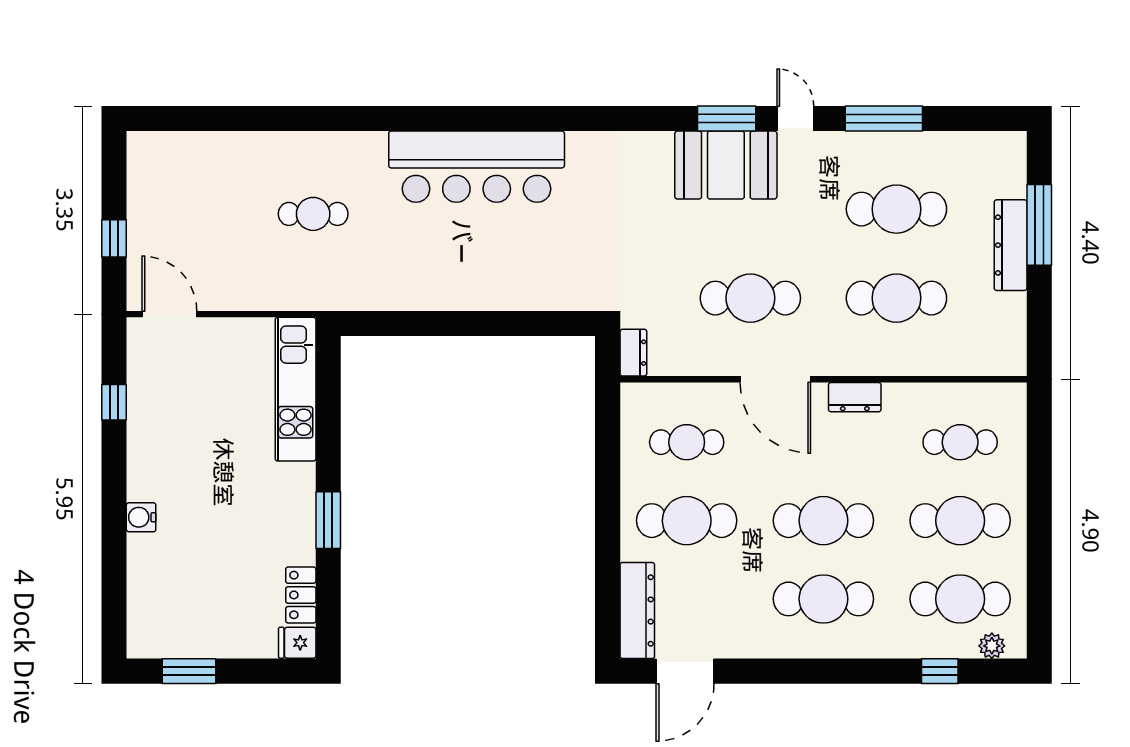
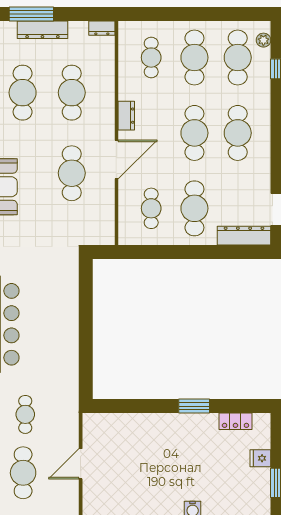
cafe table: (207, 210) -> (23, 473), added
door: (169, 314) -> (81, 464), moved
dresser: (633, 353) -> (102, 28), moved, turned 180
kitchen unit: (296, 389) -> (122, 424), removed
fridge: (297, 643) -> (260, 458), moved, turned 90

